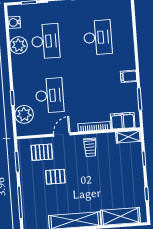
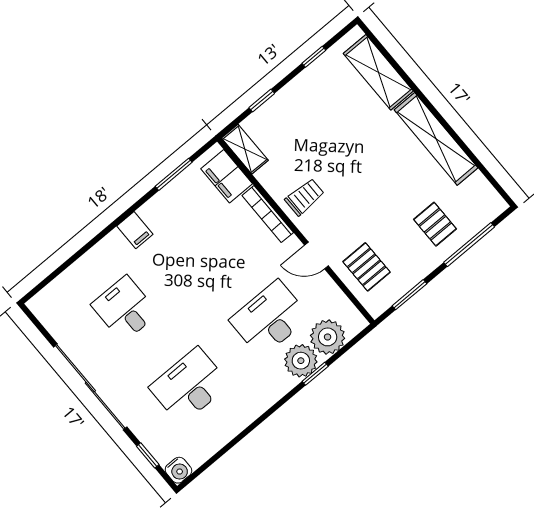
water cooler: (14, 22) -> (178, 470), moved
desk: (98, 37) -> (125, 309), width x0.73
plant: (19, 45) -> (301, 361), moved
filing cabinet: (129, 76) -> (135, 230), moved
pallet: (55, 177) -> (435, 224), moved

